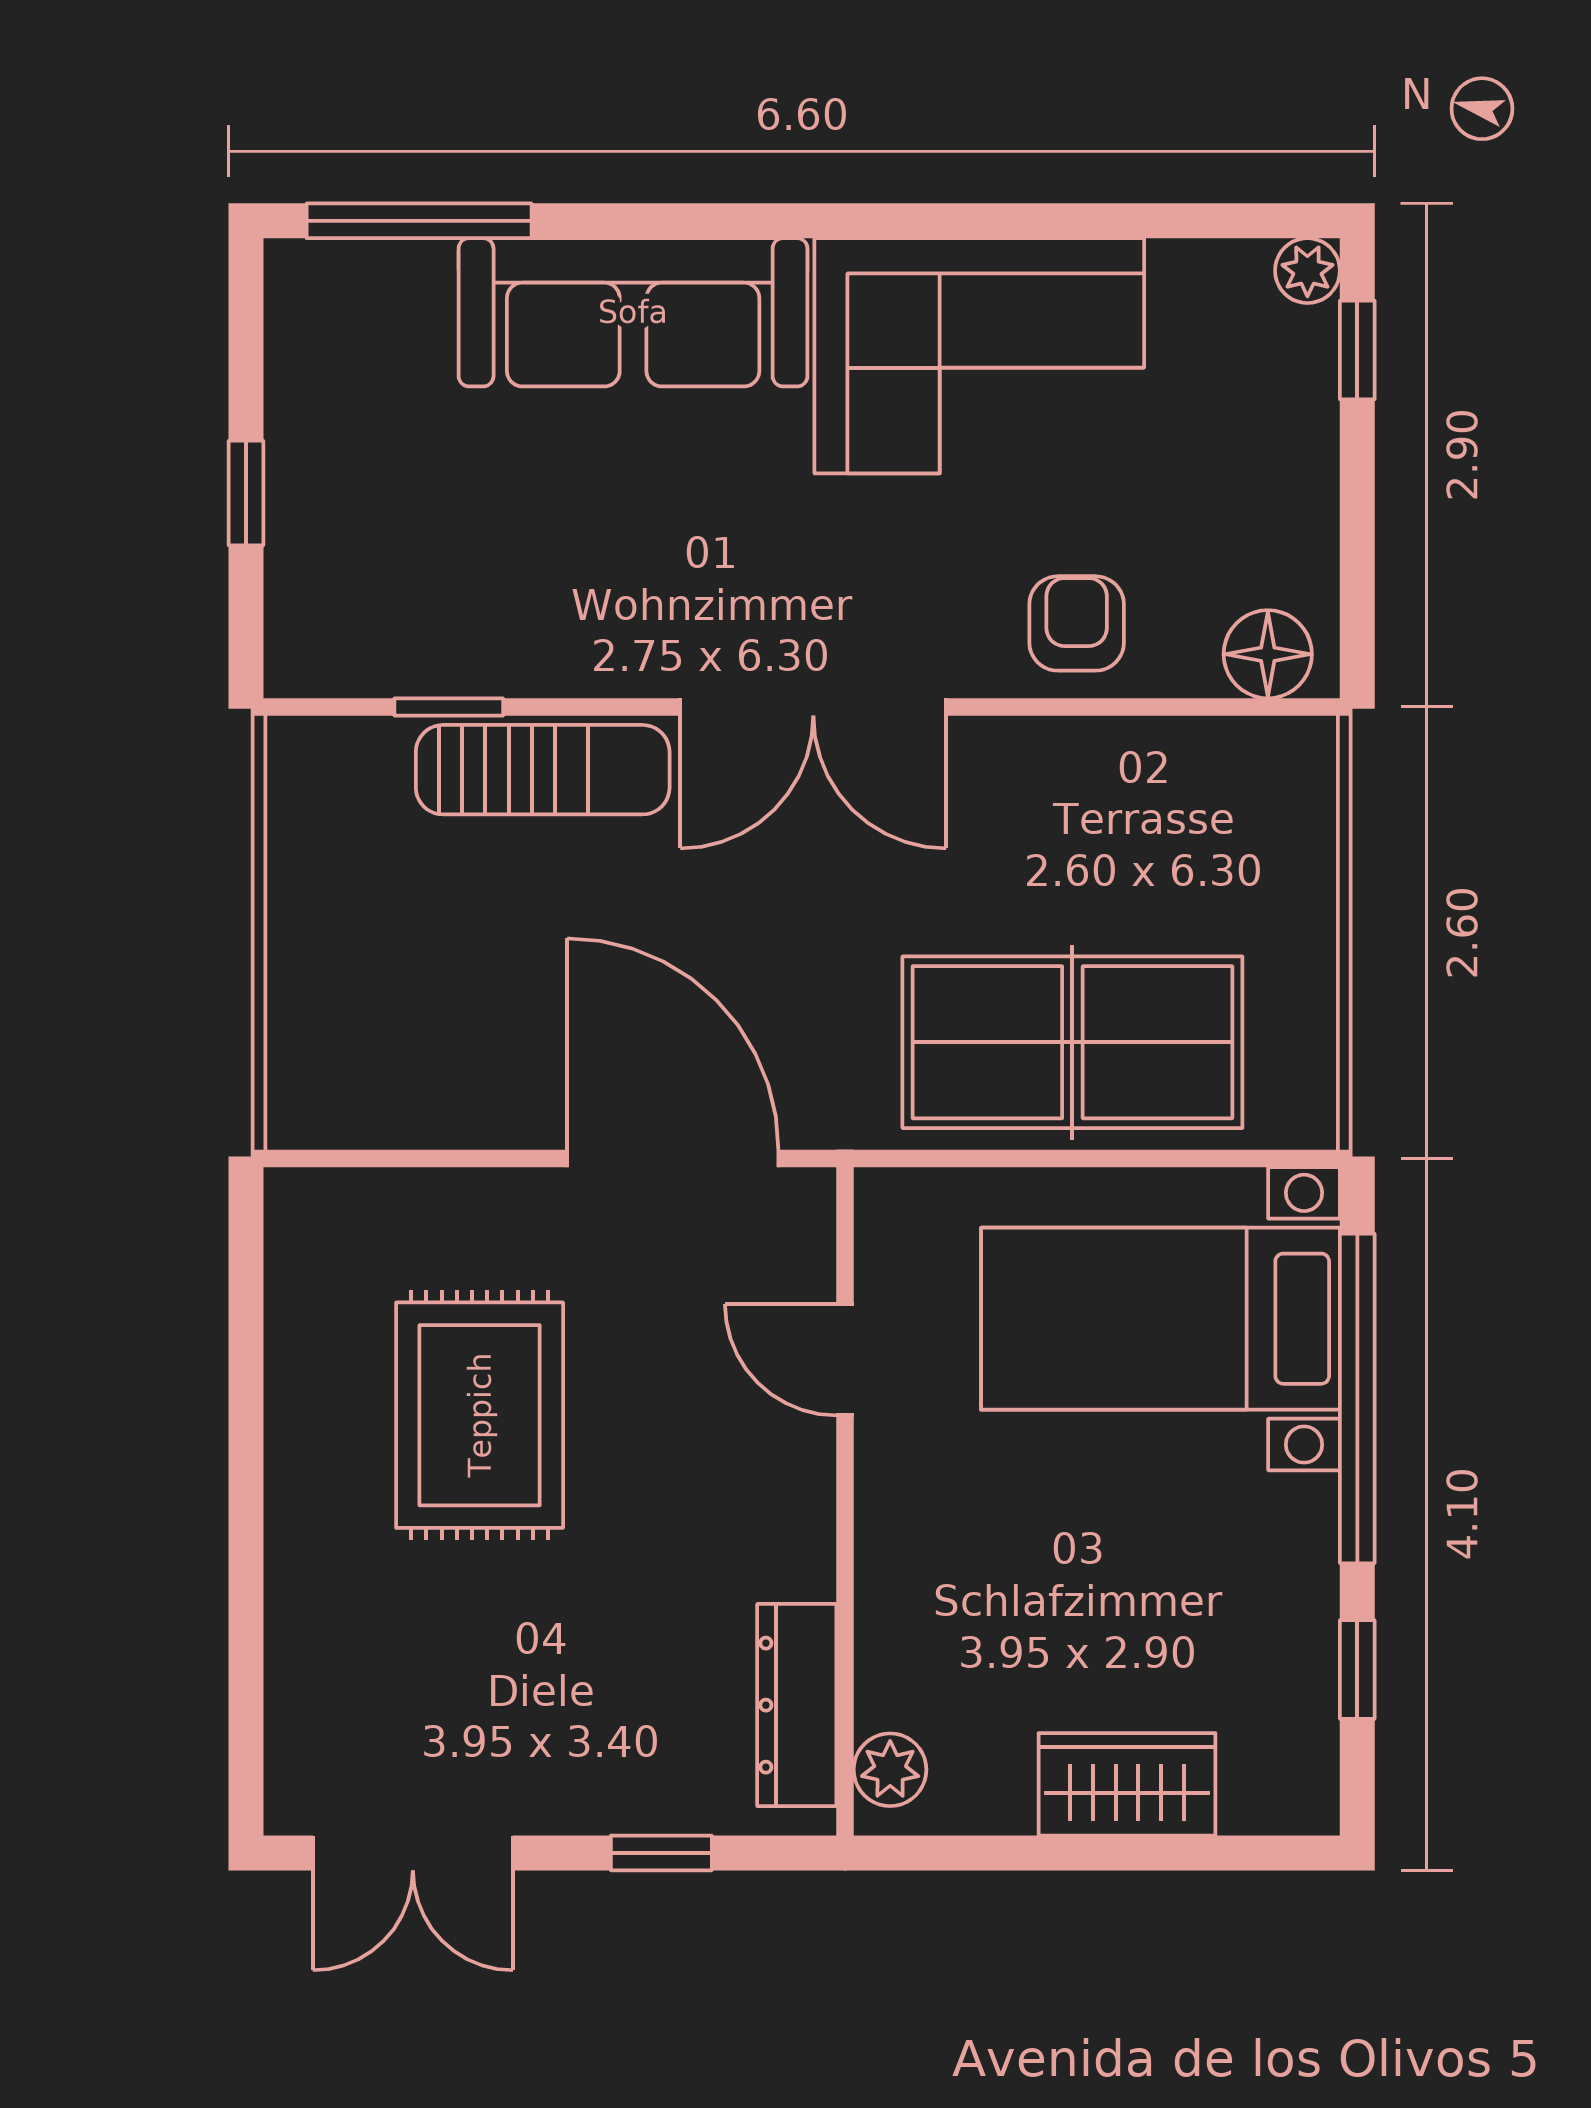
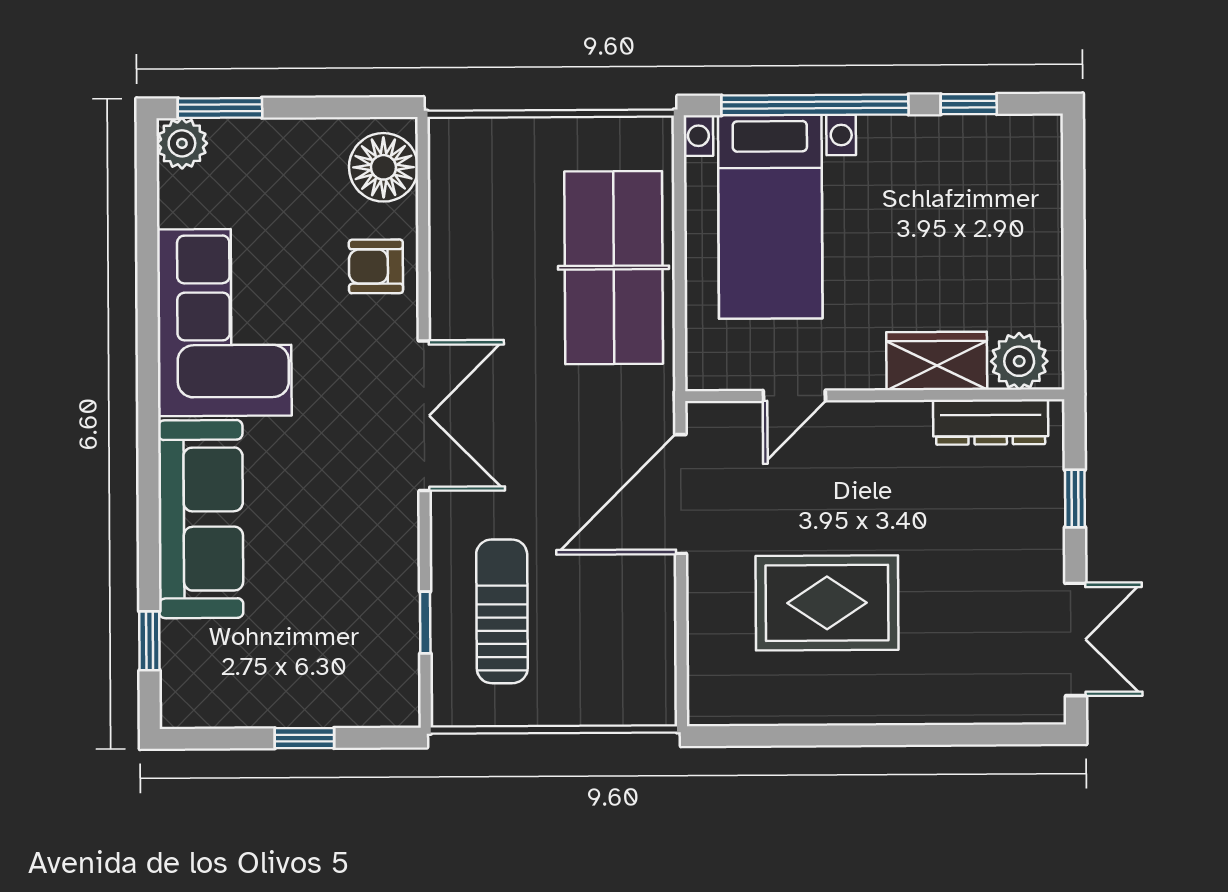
window: (419, 221) -> (149, 641), width x0.46
plant: (1307, 271) -> (182, 143), width x1.38, depth x1.38
window: (1357, 350) -> (220, 108), width x1.50
floor lamp: (1268, 654) -> (383, 167), width x1.38, depth x1.38
sun lounger: (543, 770) -> (502, 611), moved
plant: (890, 1770) -> (1019, 361), width x1.38, depth x1.38
wardrobe: (1127, 1784) -> (937, 361), moved, turned 90

